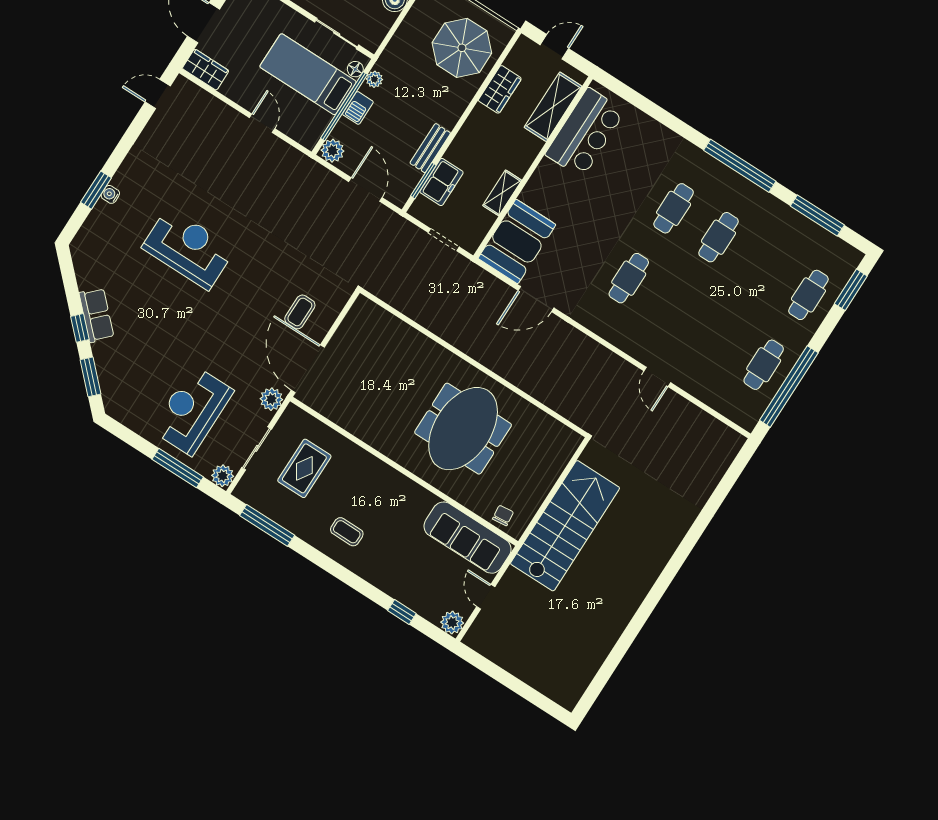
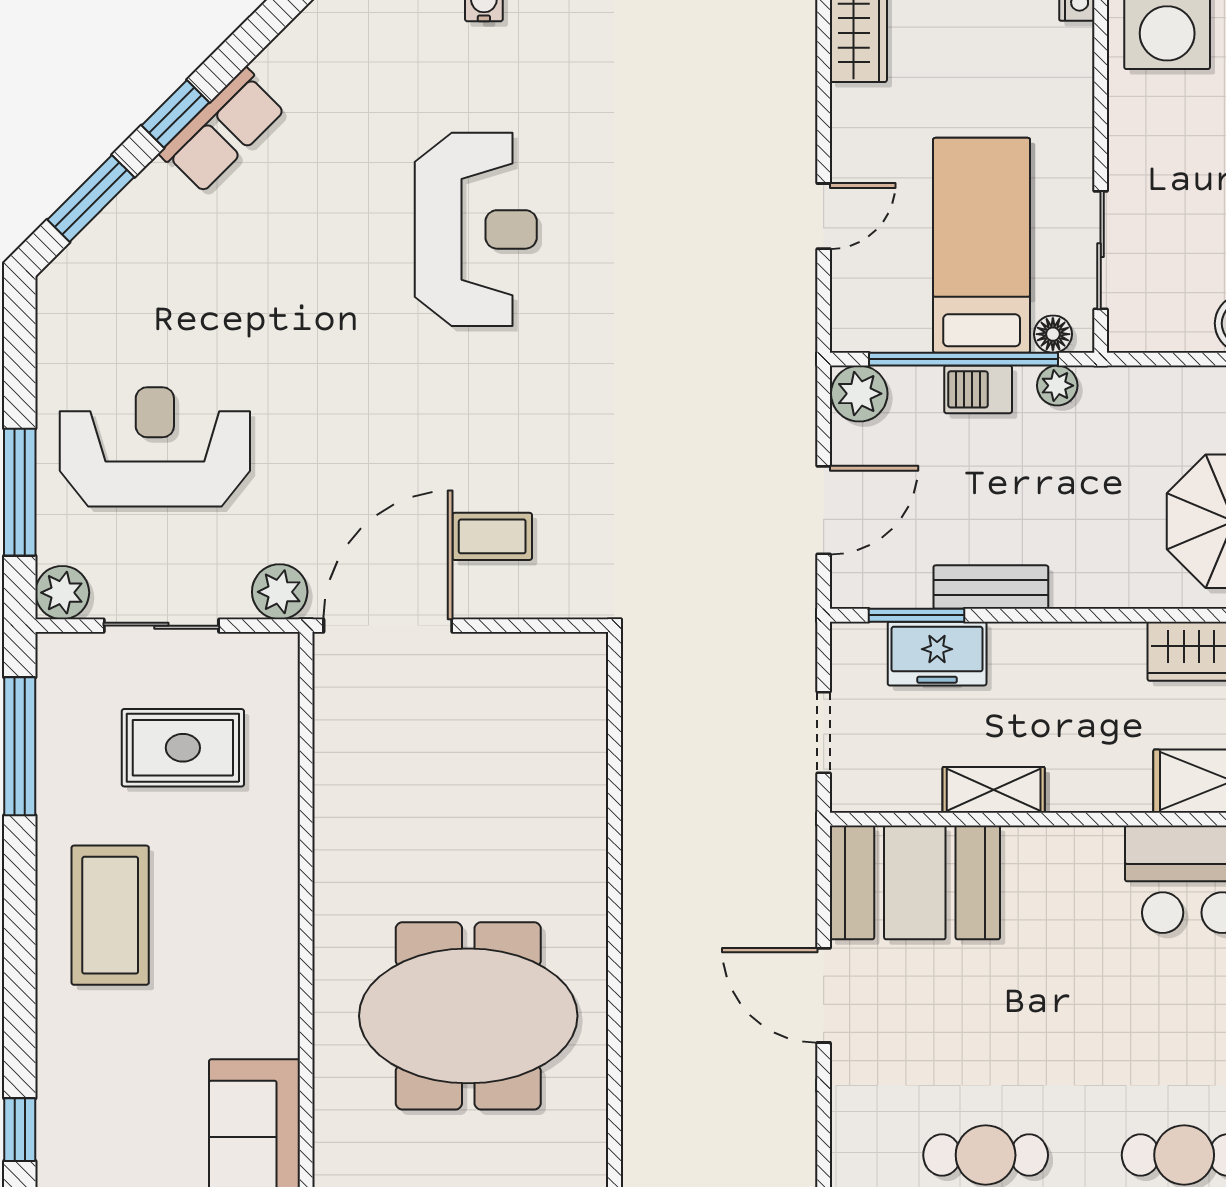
coffee table: (347, 532) -> (110, 915), width x1.86, depth x1.72

